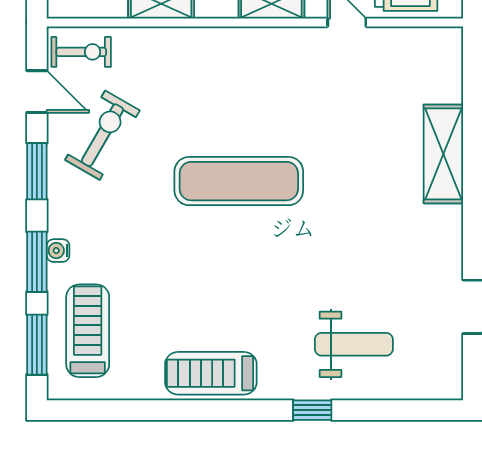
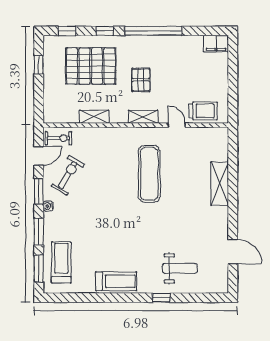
door: (37, 92) -> (39, 156), hinge flipped
exercise mat: (239, 181) -> (149, 174), moved, turned 90
water cooler: (58, 251) -> (48, 206), moved
treadmill: (211, 373) -> (116, 281), turned 180

